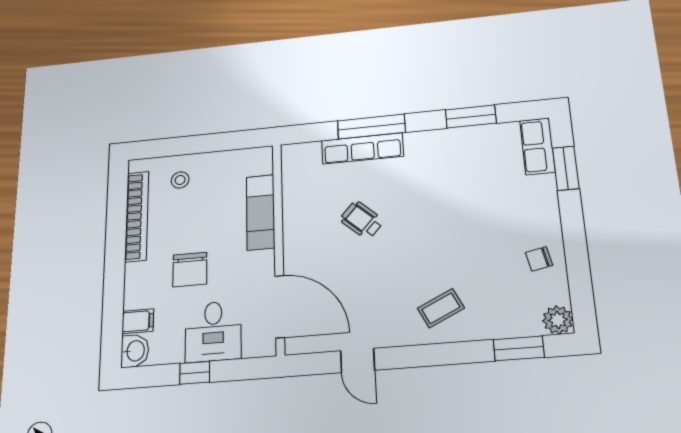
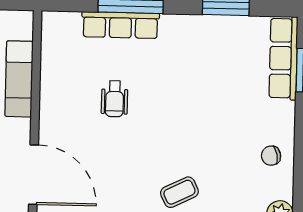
row of seats: (537, 146) -> (283, 58), width x1.48
wheelchair: (362, 220) -> (115, 99), turned -132

